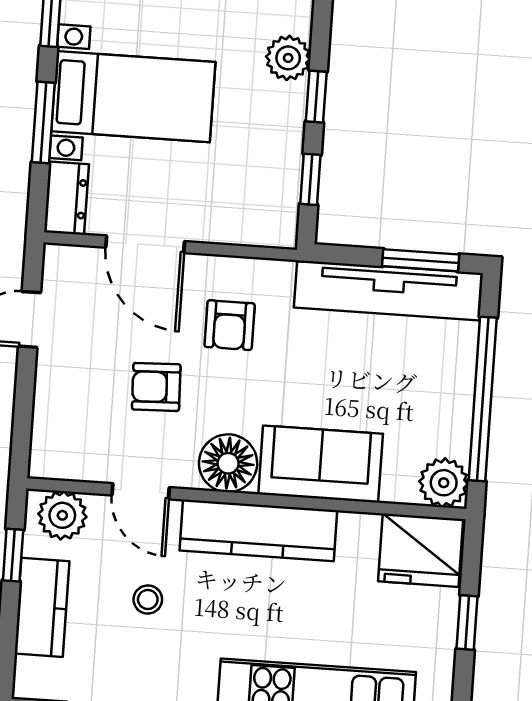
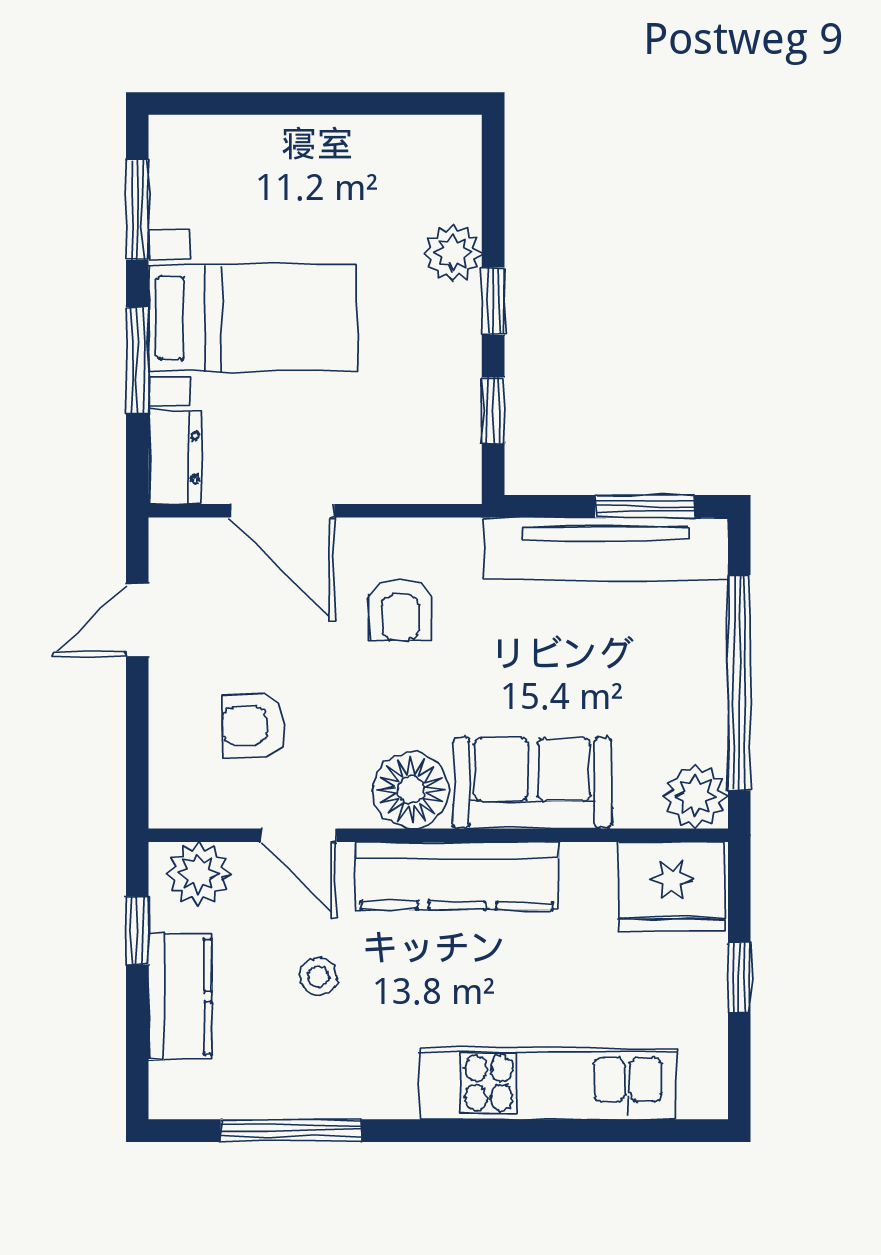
armchair: (156, 387) -> (253, 725), moved

